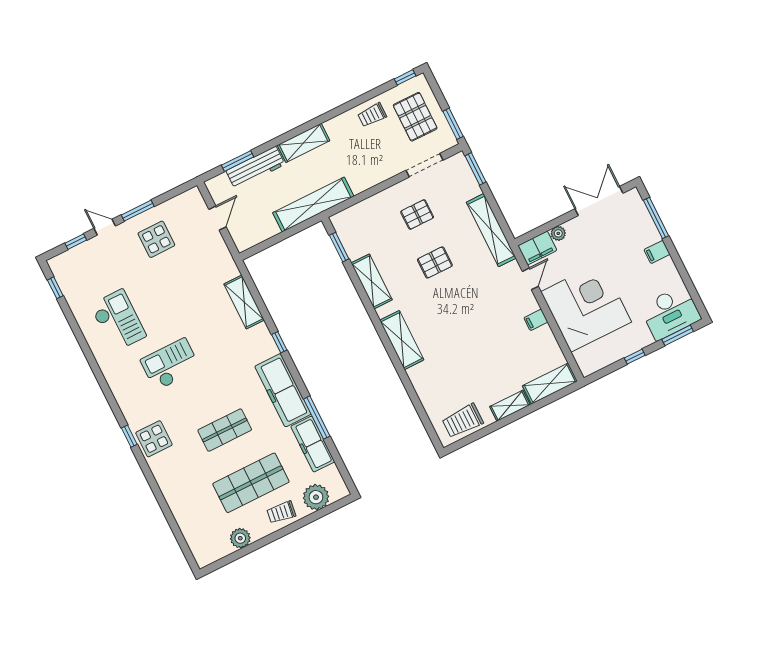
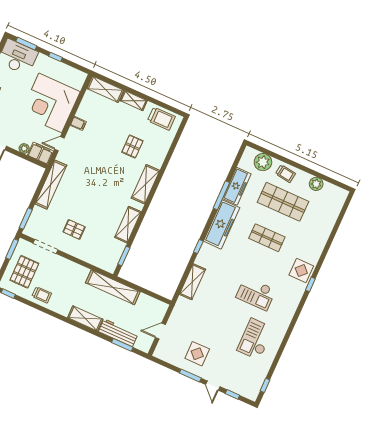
pallet: (435, 262) -> (132, 146), moved, turned 90

